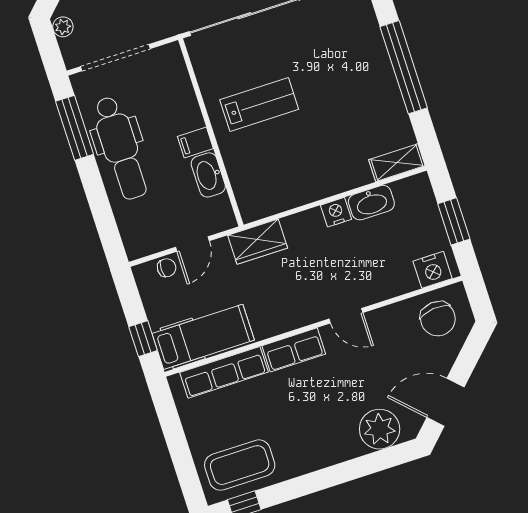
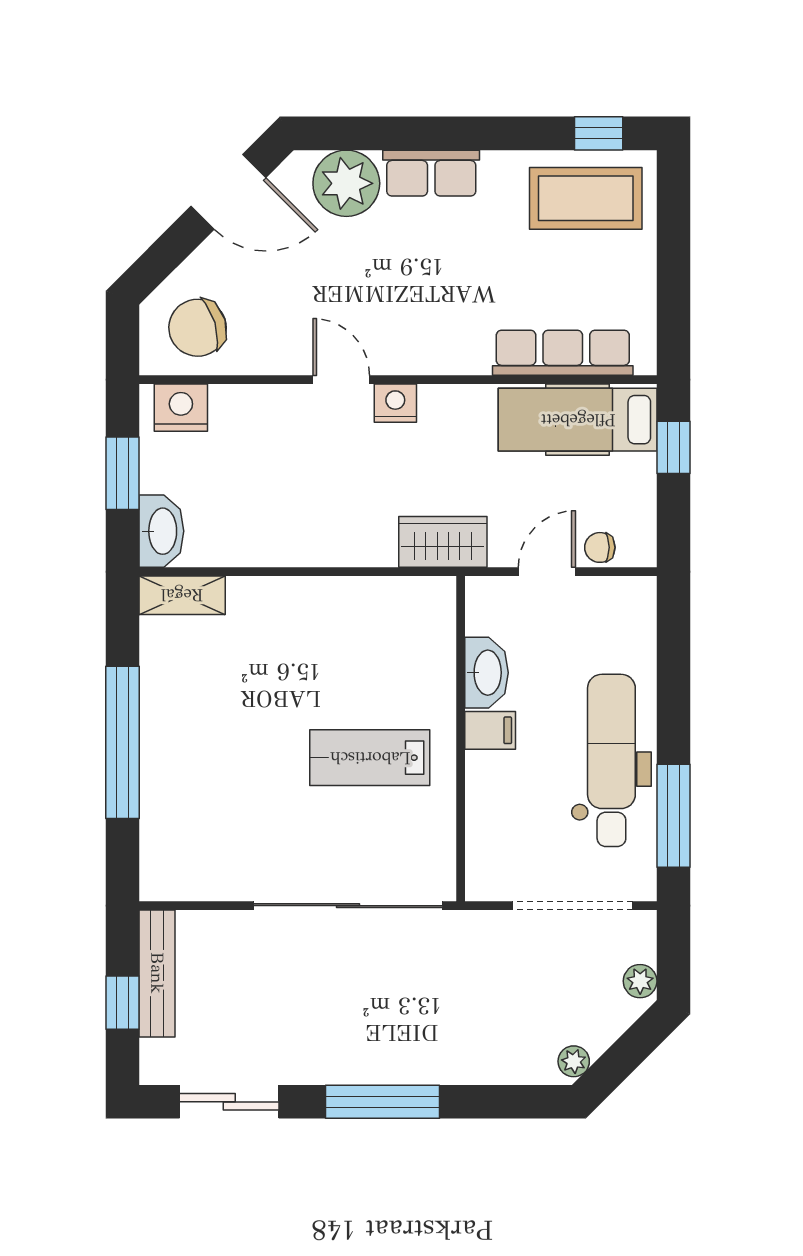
washbasin: (371, 203) -> (161, 531), moved, turned 90
nightstand: (336, 212) -> (395, 403), moved, turned 180
chair: (438, 319) -> (198, 328), turned -101
row of seats: (294, 350) -> (431, 173), moved, turned 180

